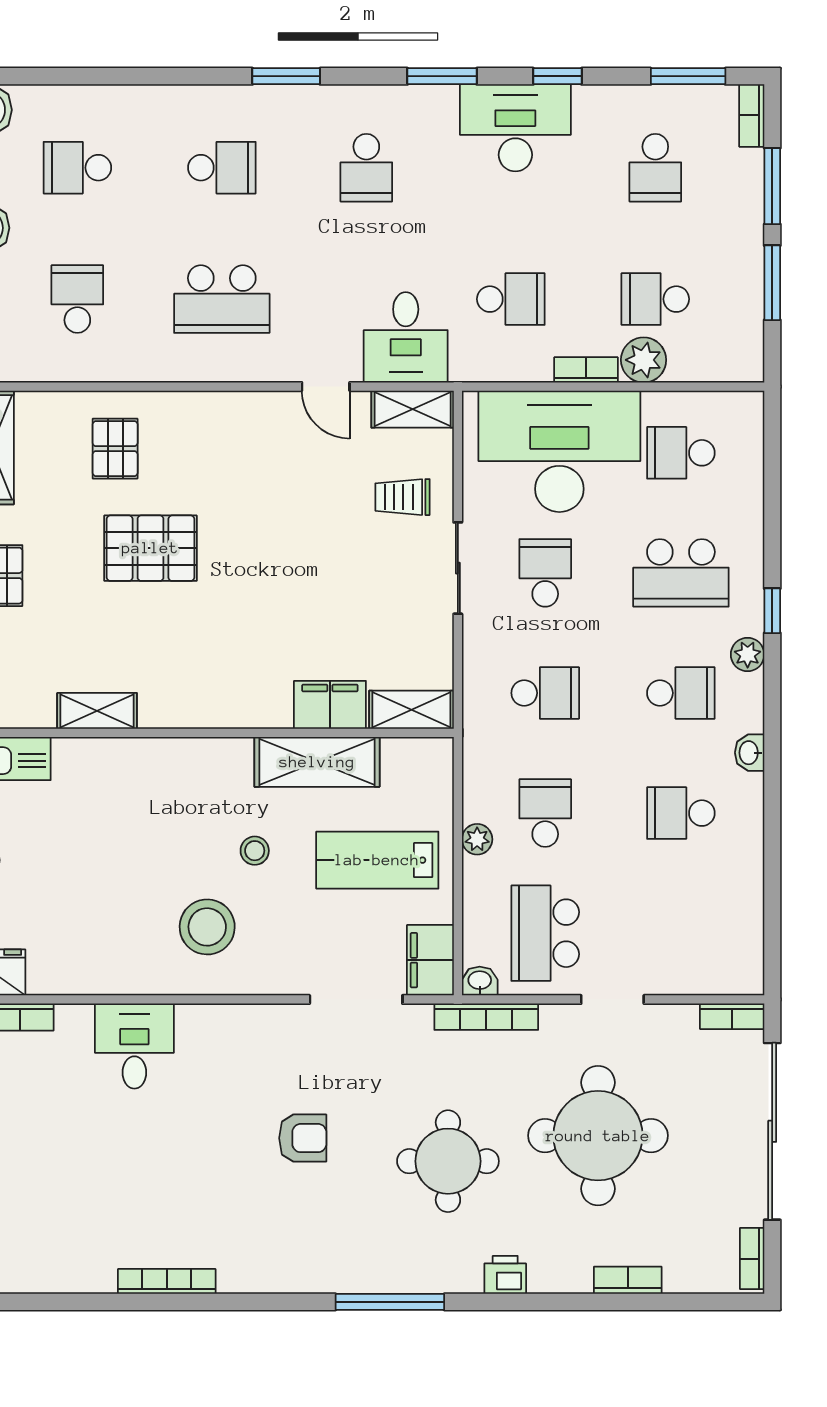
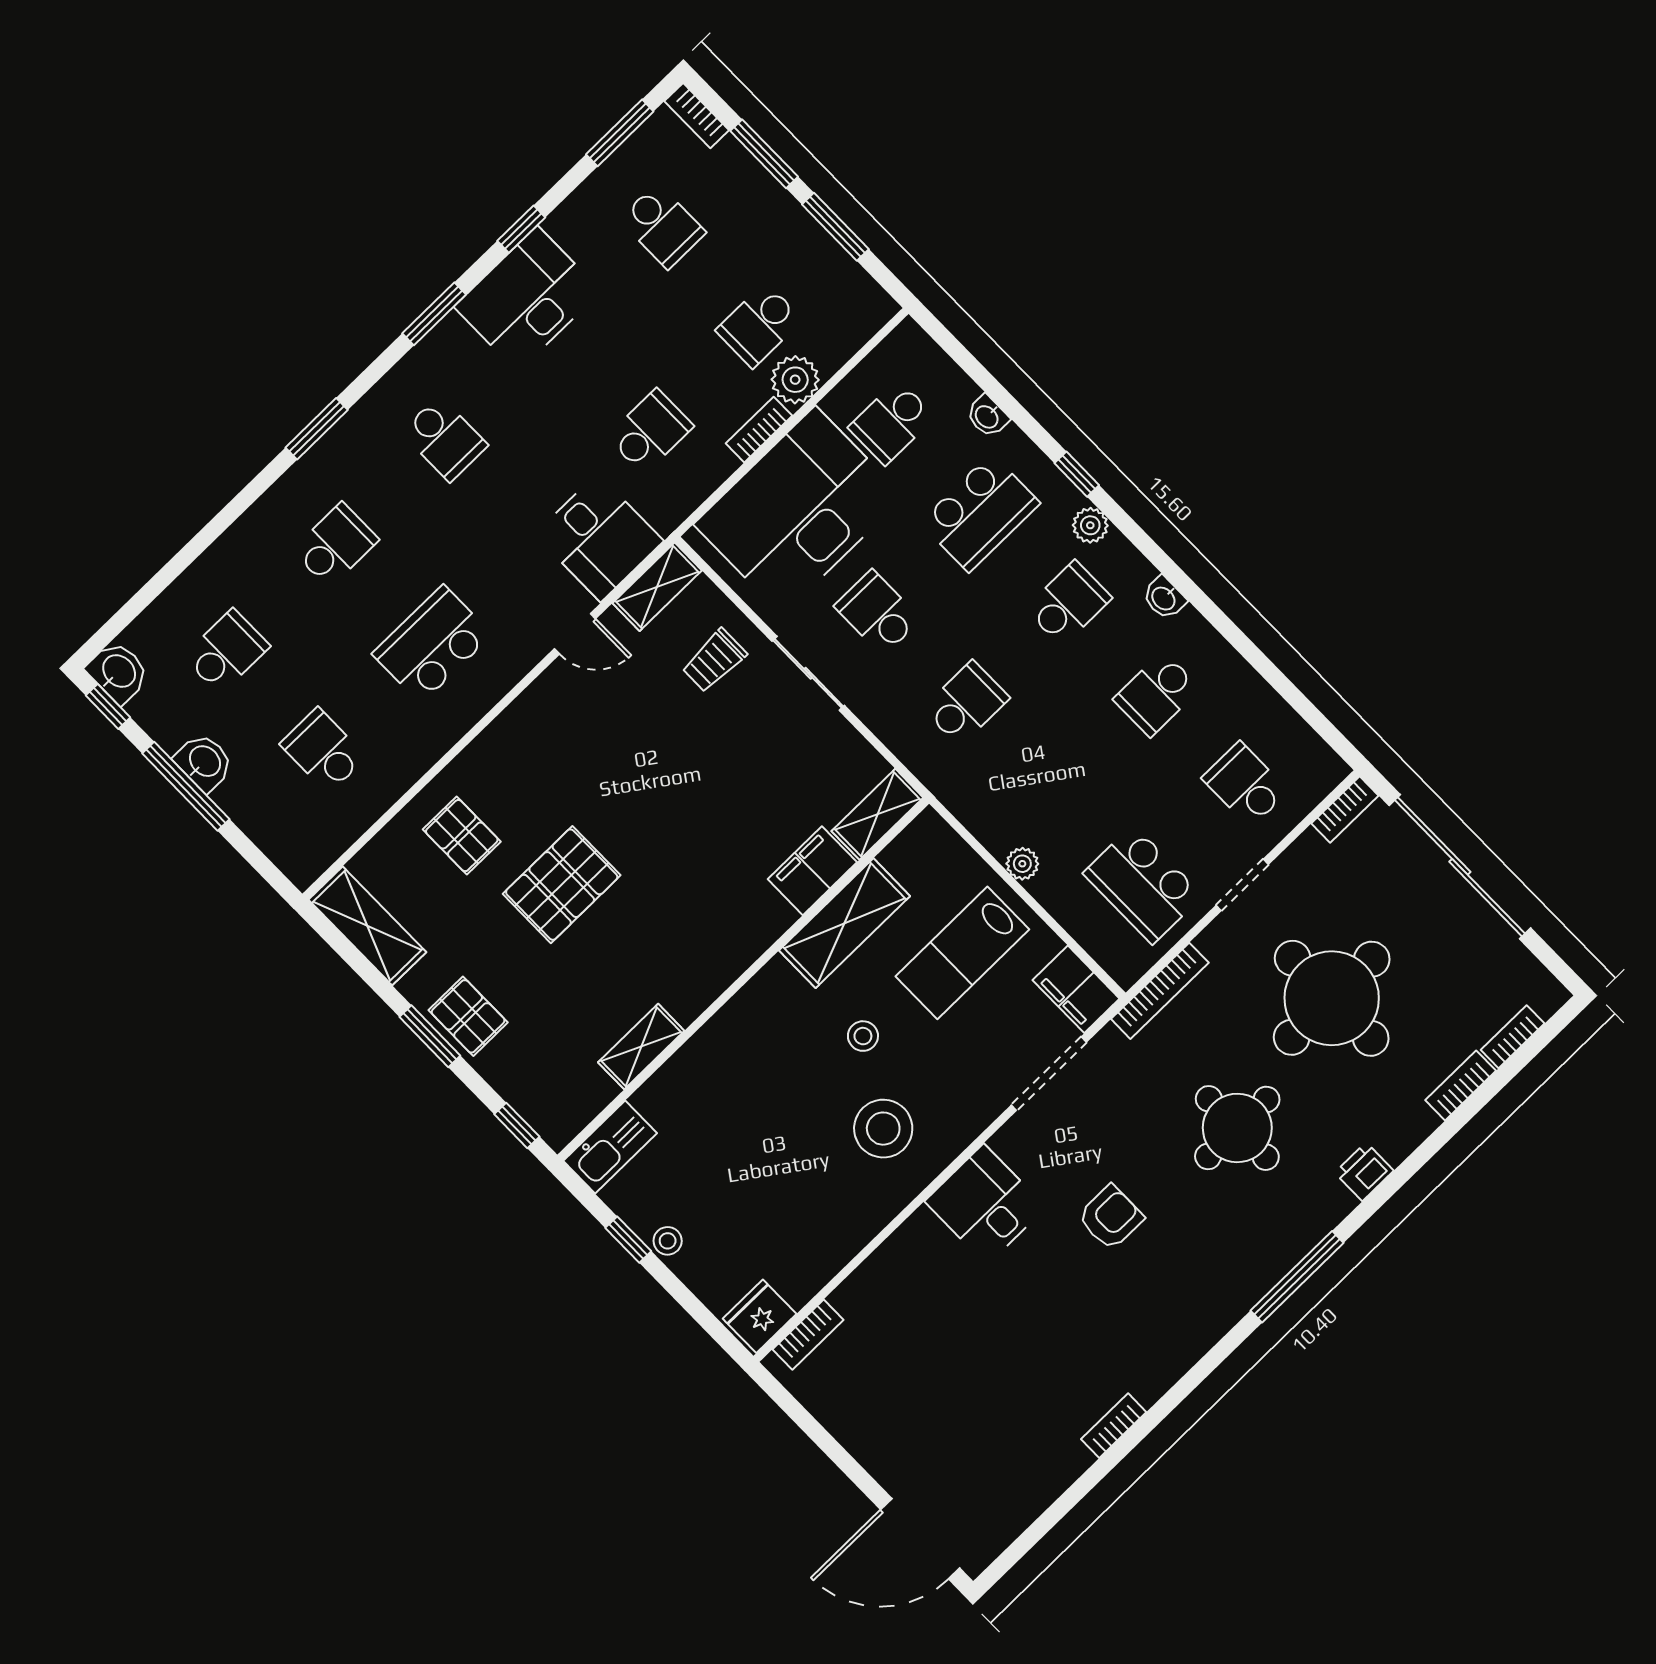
school desk: (77, 168) -> (226, 651), turned 180
school desk: (222, 299) -> (432, 644), turned 180
school desk: (545, 813) -> (1245, 785), moved
washbasin: (480, 981) -> (987, 416), moved, turned -90
desk: (134, 1046) -> (985, 1204), moved
bookcase: (752, 1259) -> (1513, 1037), moved, turned 90
bookcase: (167, 1281) -> (1114, 1426), width x0.64

